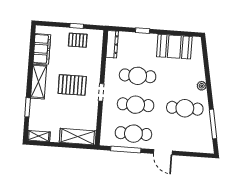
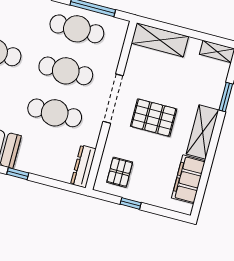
window: (143, 31) -> (18, 174), moved
pallet: (78, 40) -> (120, 172), moved, turned 90
doorway: (101, 92) -> (113, 99), width x1.88

